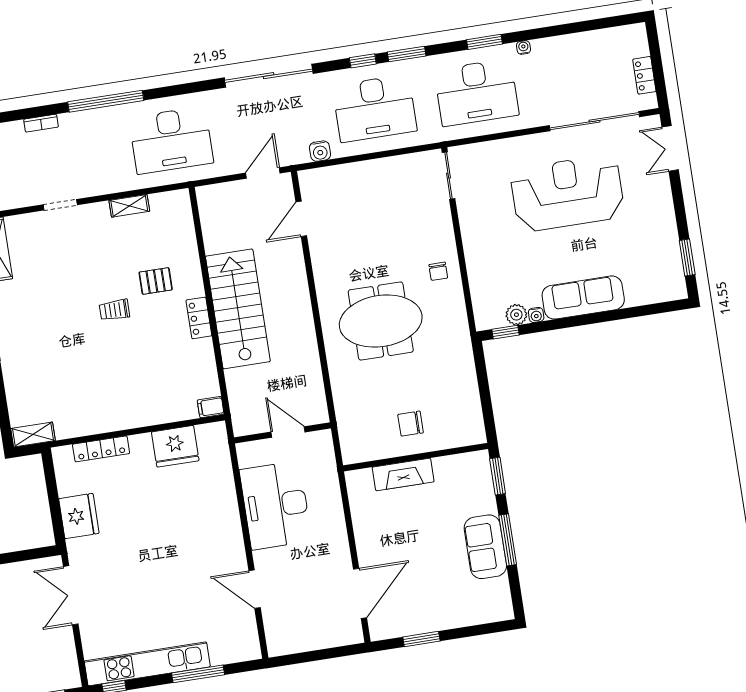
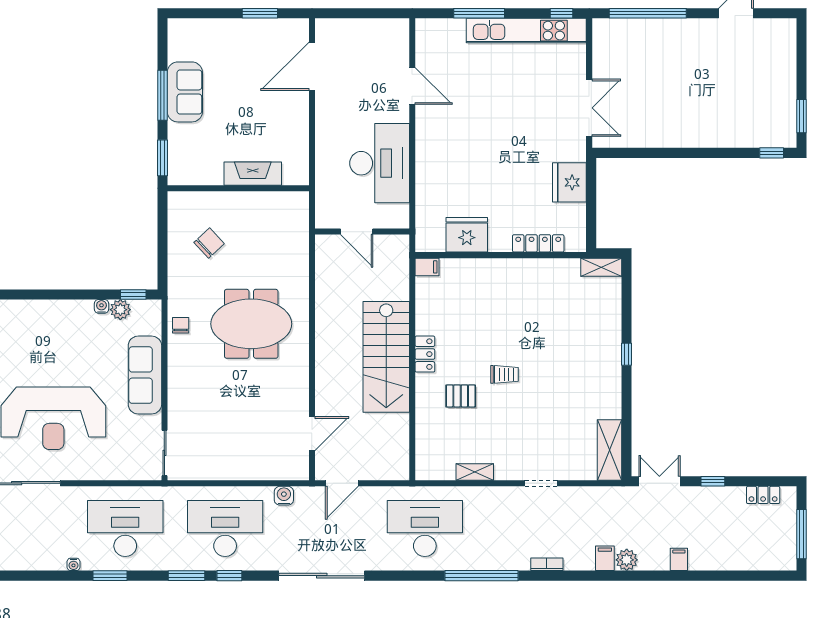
chair: (438, 271) -> (181, 325), moved
sofa: (583, 298) -> (145, 375), moved, turned 90
chair: (411, 424) -> (209, 243), moved, turned -43

